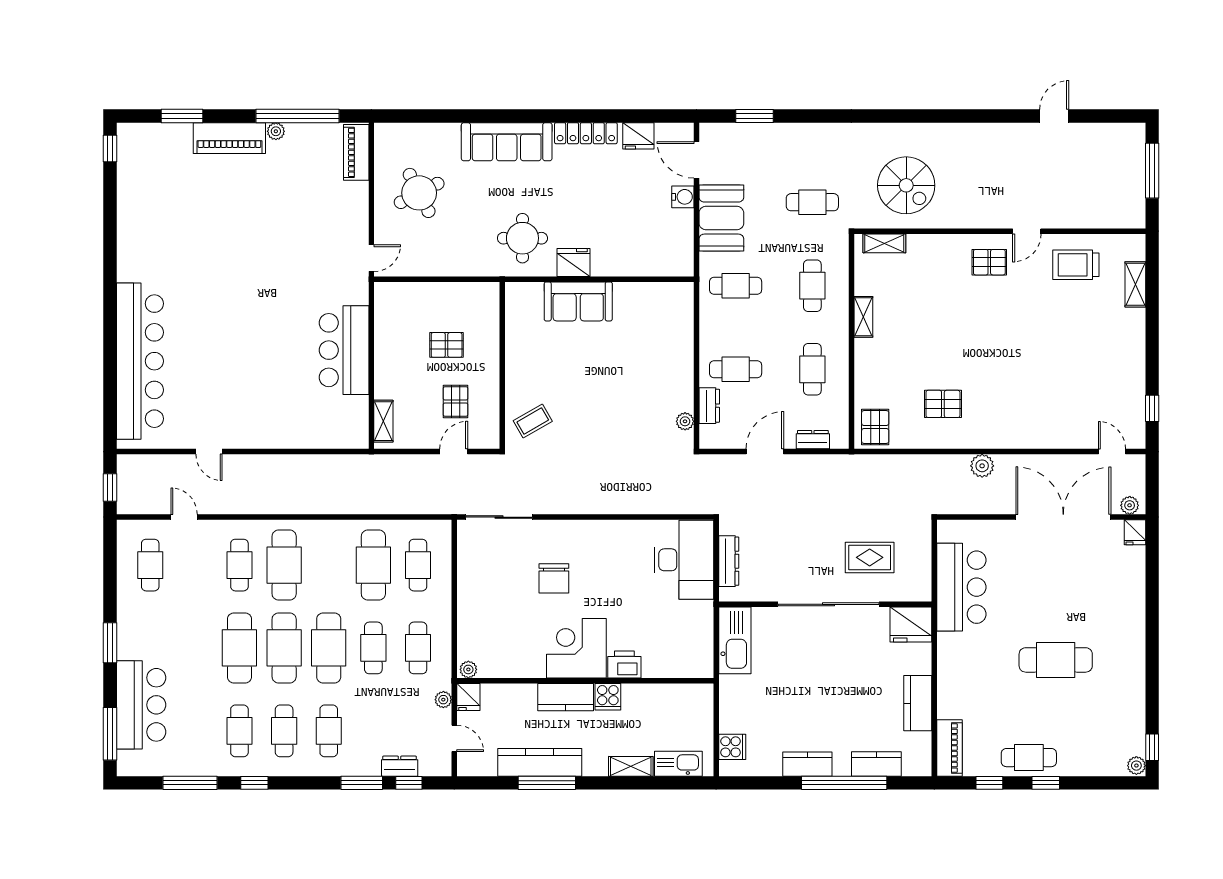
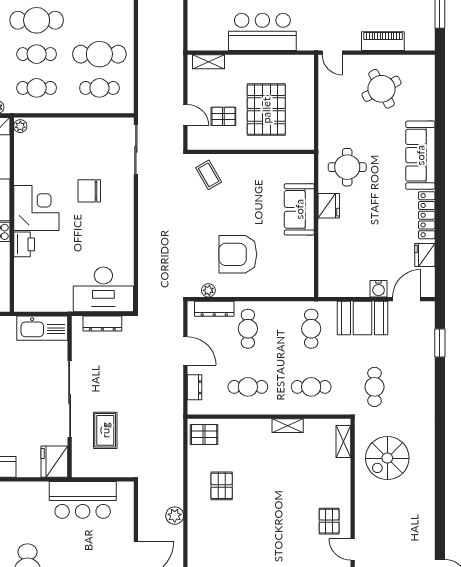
piano: (356, 152) -> (383, 41), moved
pallet: (447, 345) -> (266, 110), width x2.05, depth x2.00
armchair: (637, 382) -> (238, 254), added
dresser: (709, 406) -> (214, 309), width x1.44

